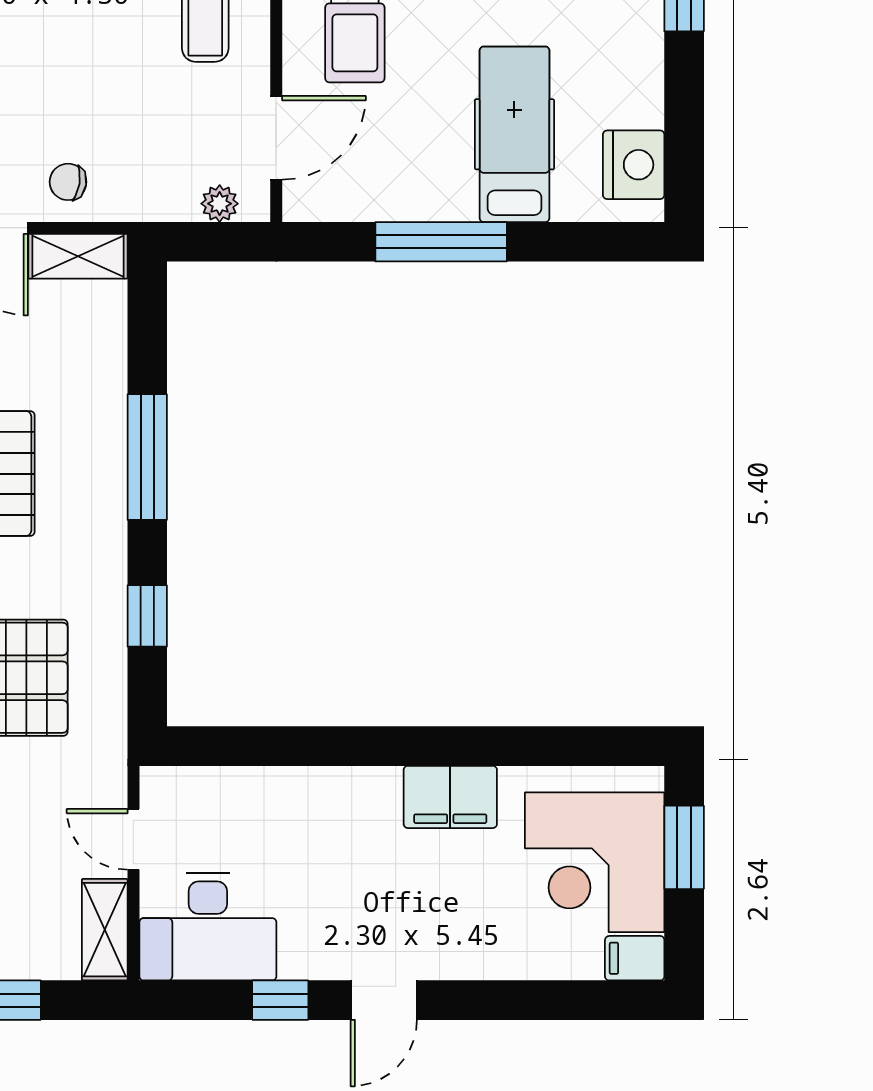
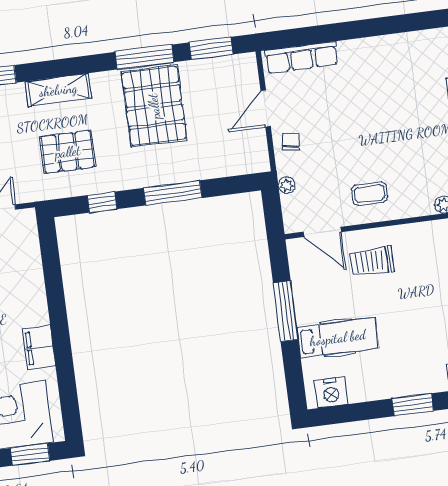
plant: (220, 204) -> (287, 185), moved
shelving: (78, 256) -> (258, 150), removed

